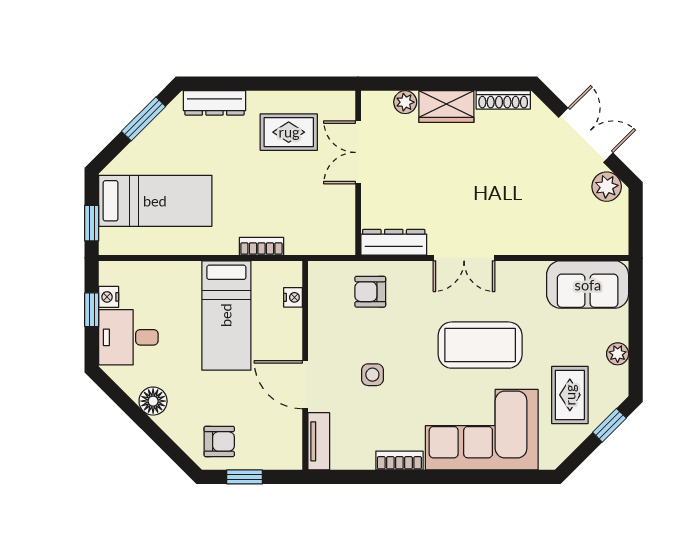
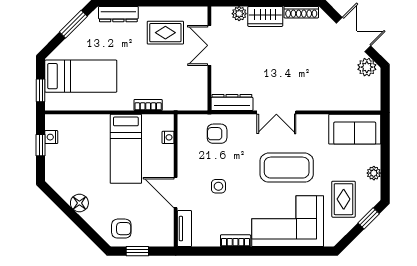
desk: (128, 337) -> (64, 163), removed

